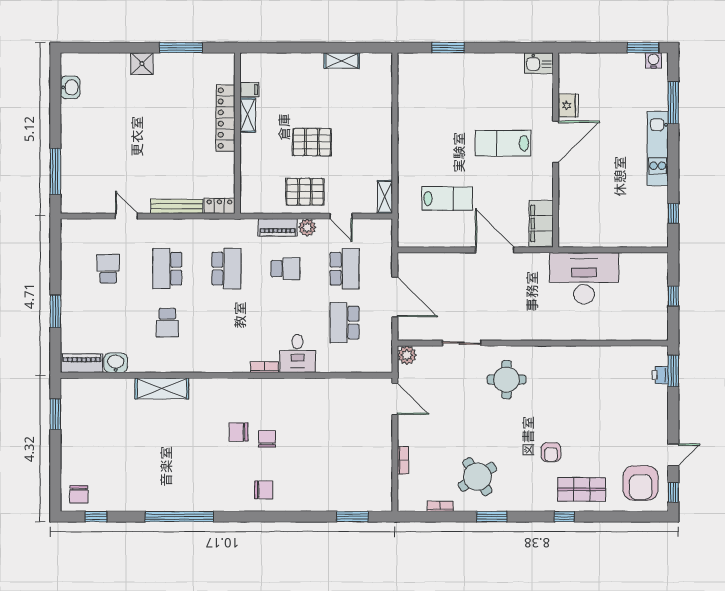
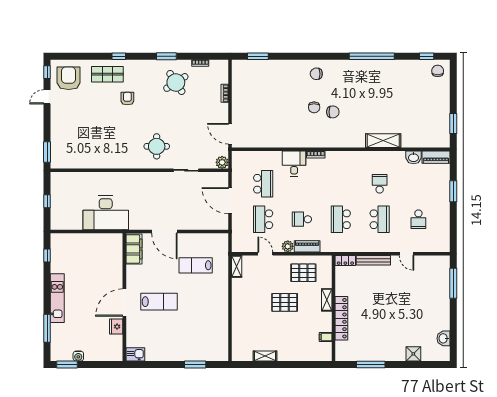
water cooler: (654, 61) -> (78, 356), moved
shower: (142, 64) -> (413, 354), moved
shelving: (248, 115) -> (327, 300), moved
pallet: (305, 192) -> (303, 273), moved
printer: (660, 375) -> (56, 149), removed

